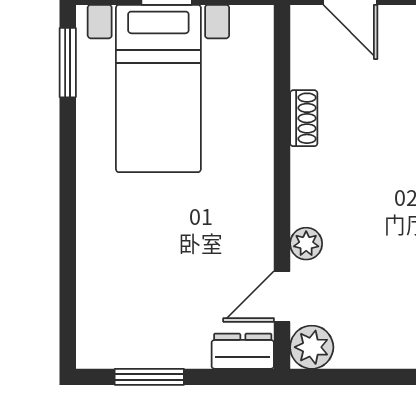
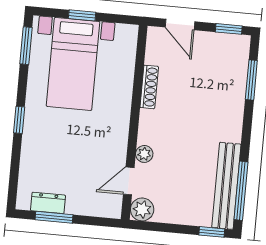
shoe rack: (304, 118) -> (149, 87), width x1.43
window: (68, 202) -> (19, 120), added
dresser: (243, 351) -> (48, 203), moved

